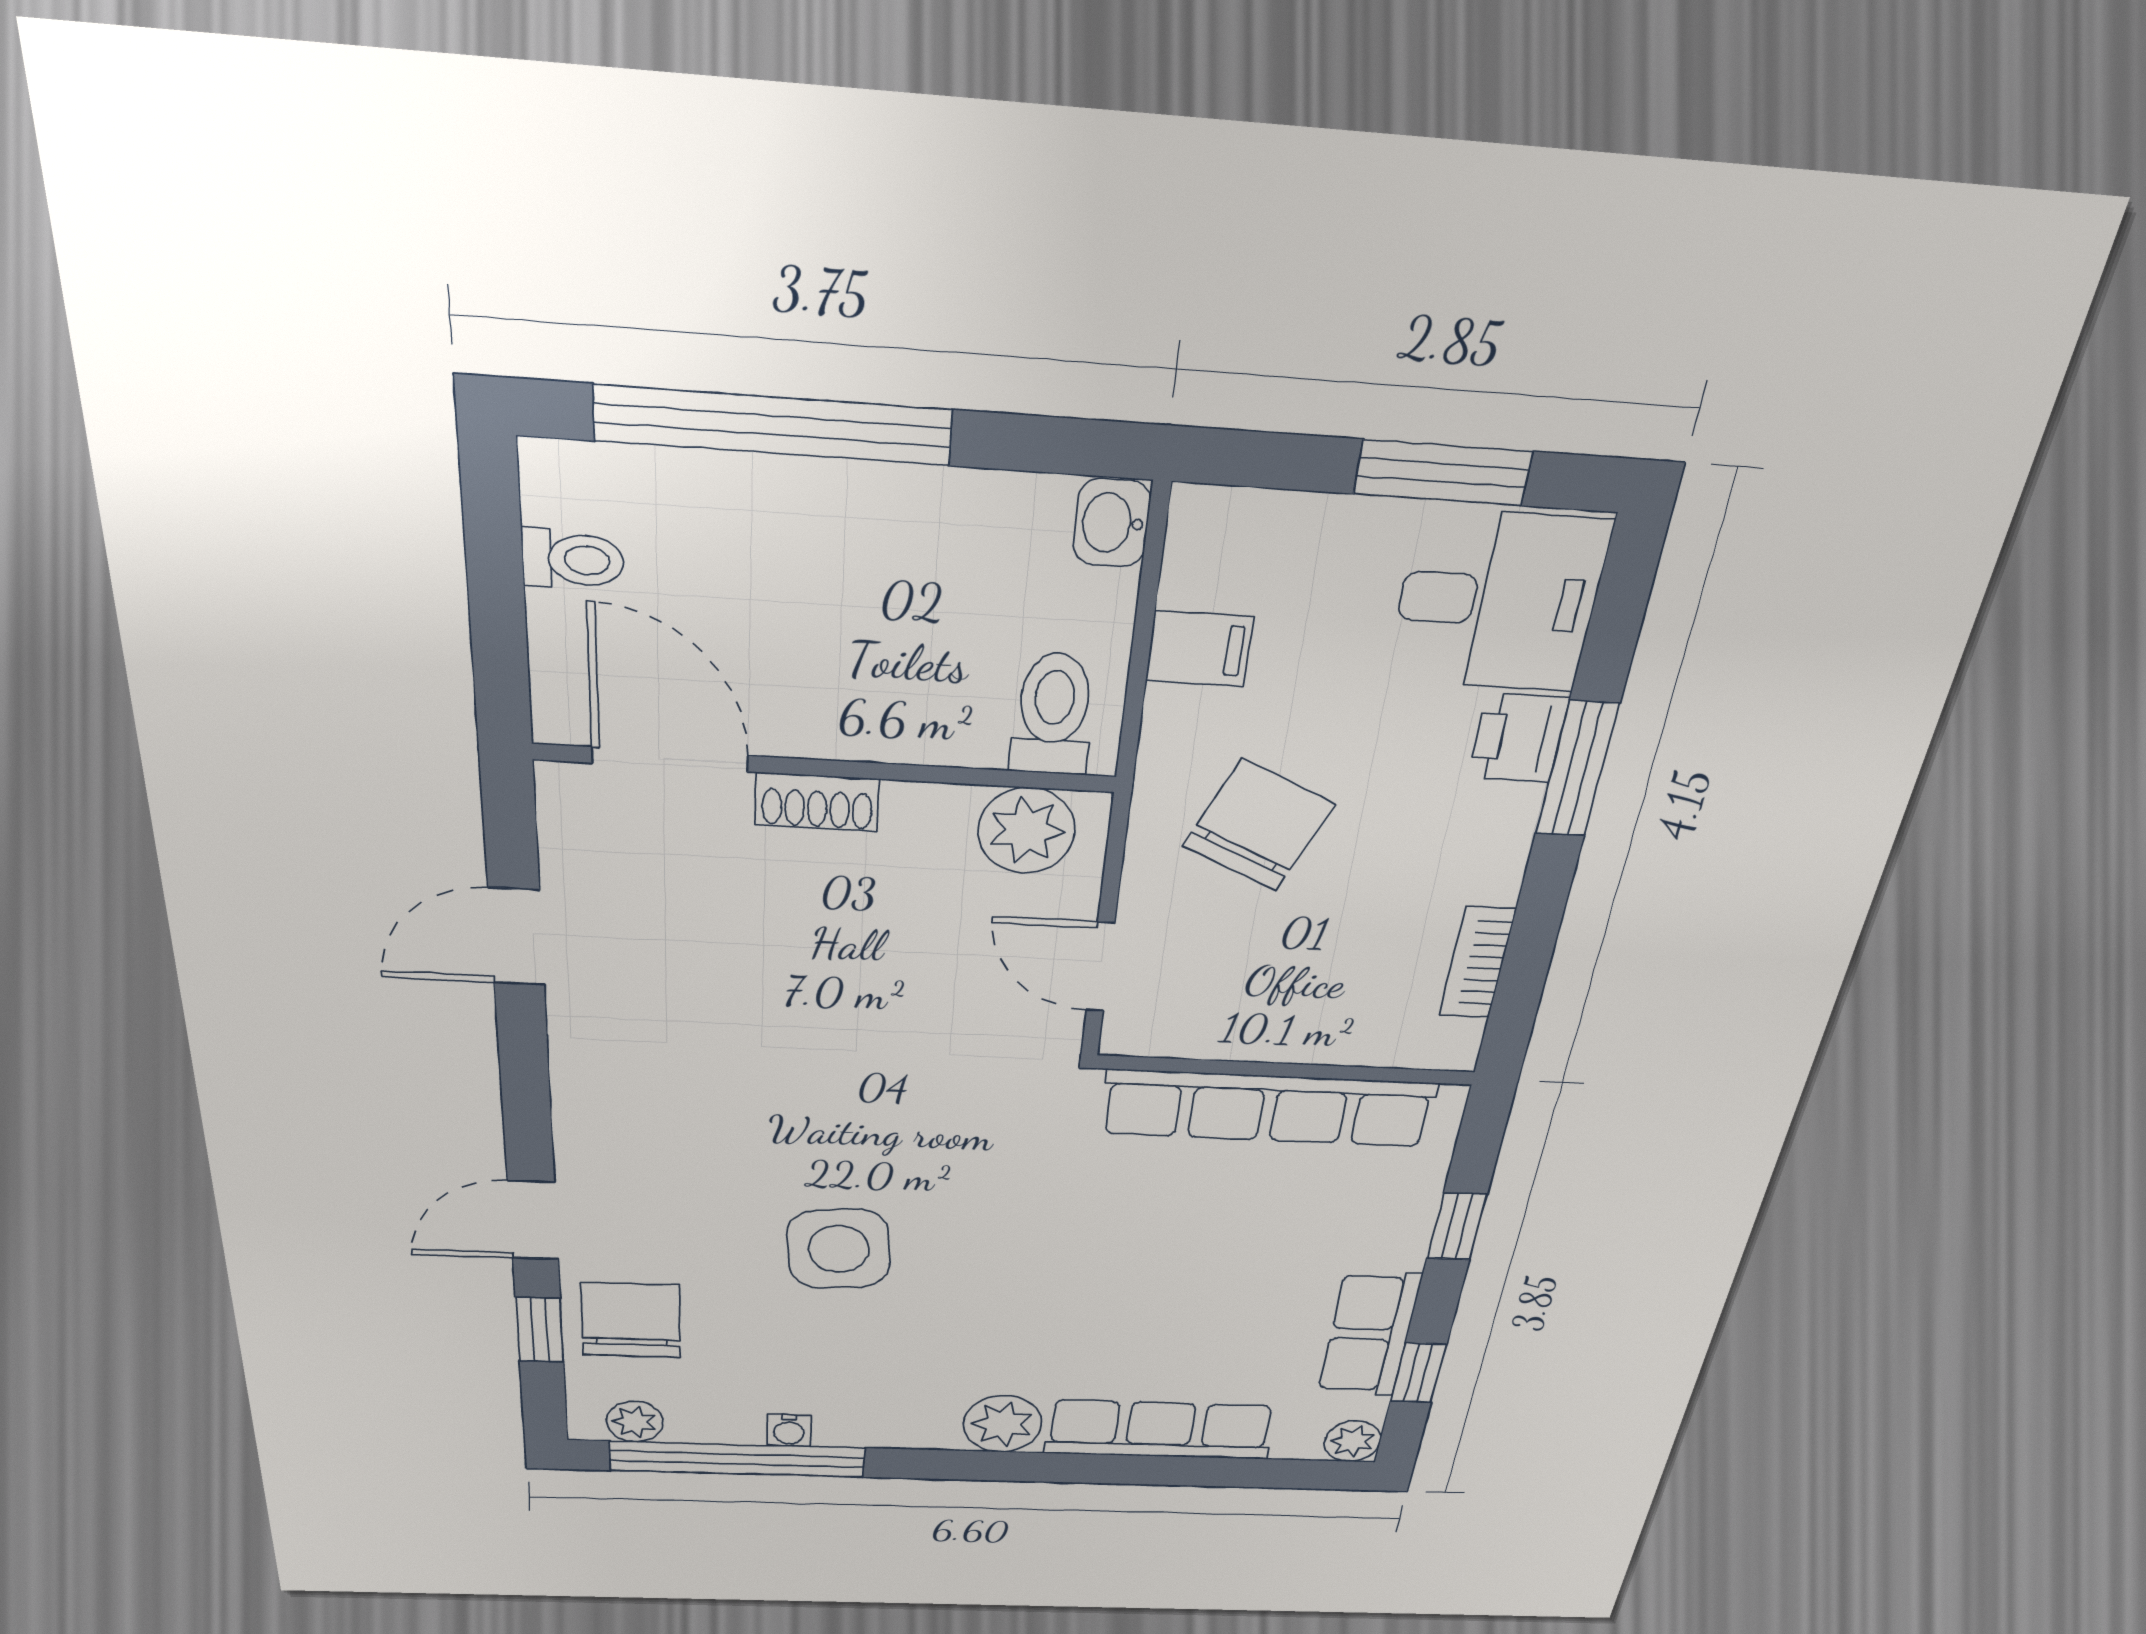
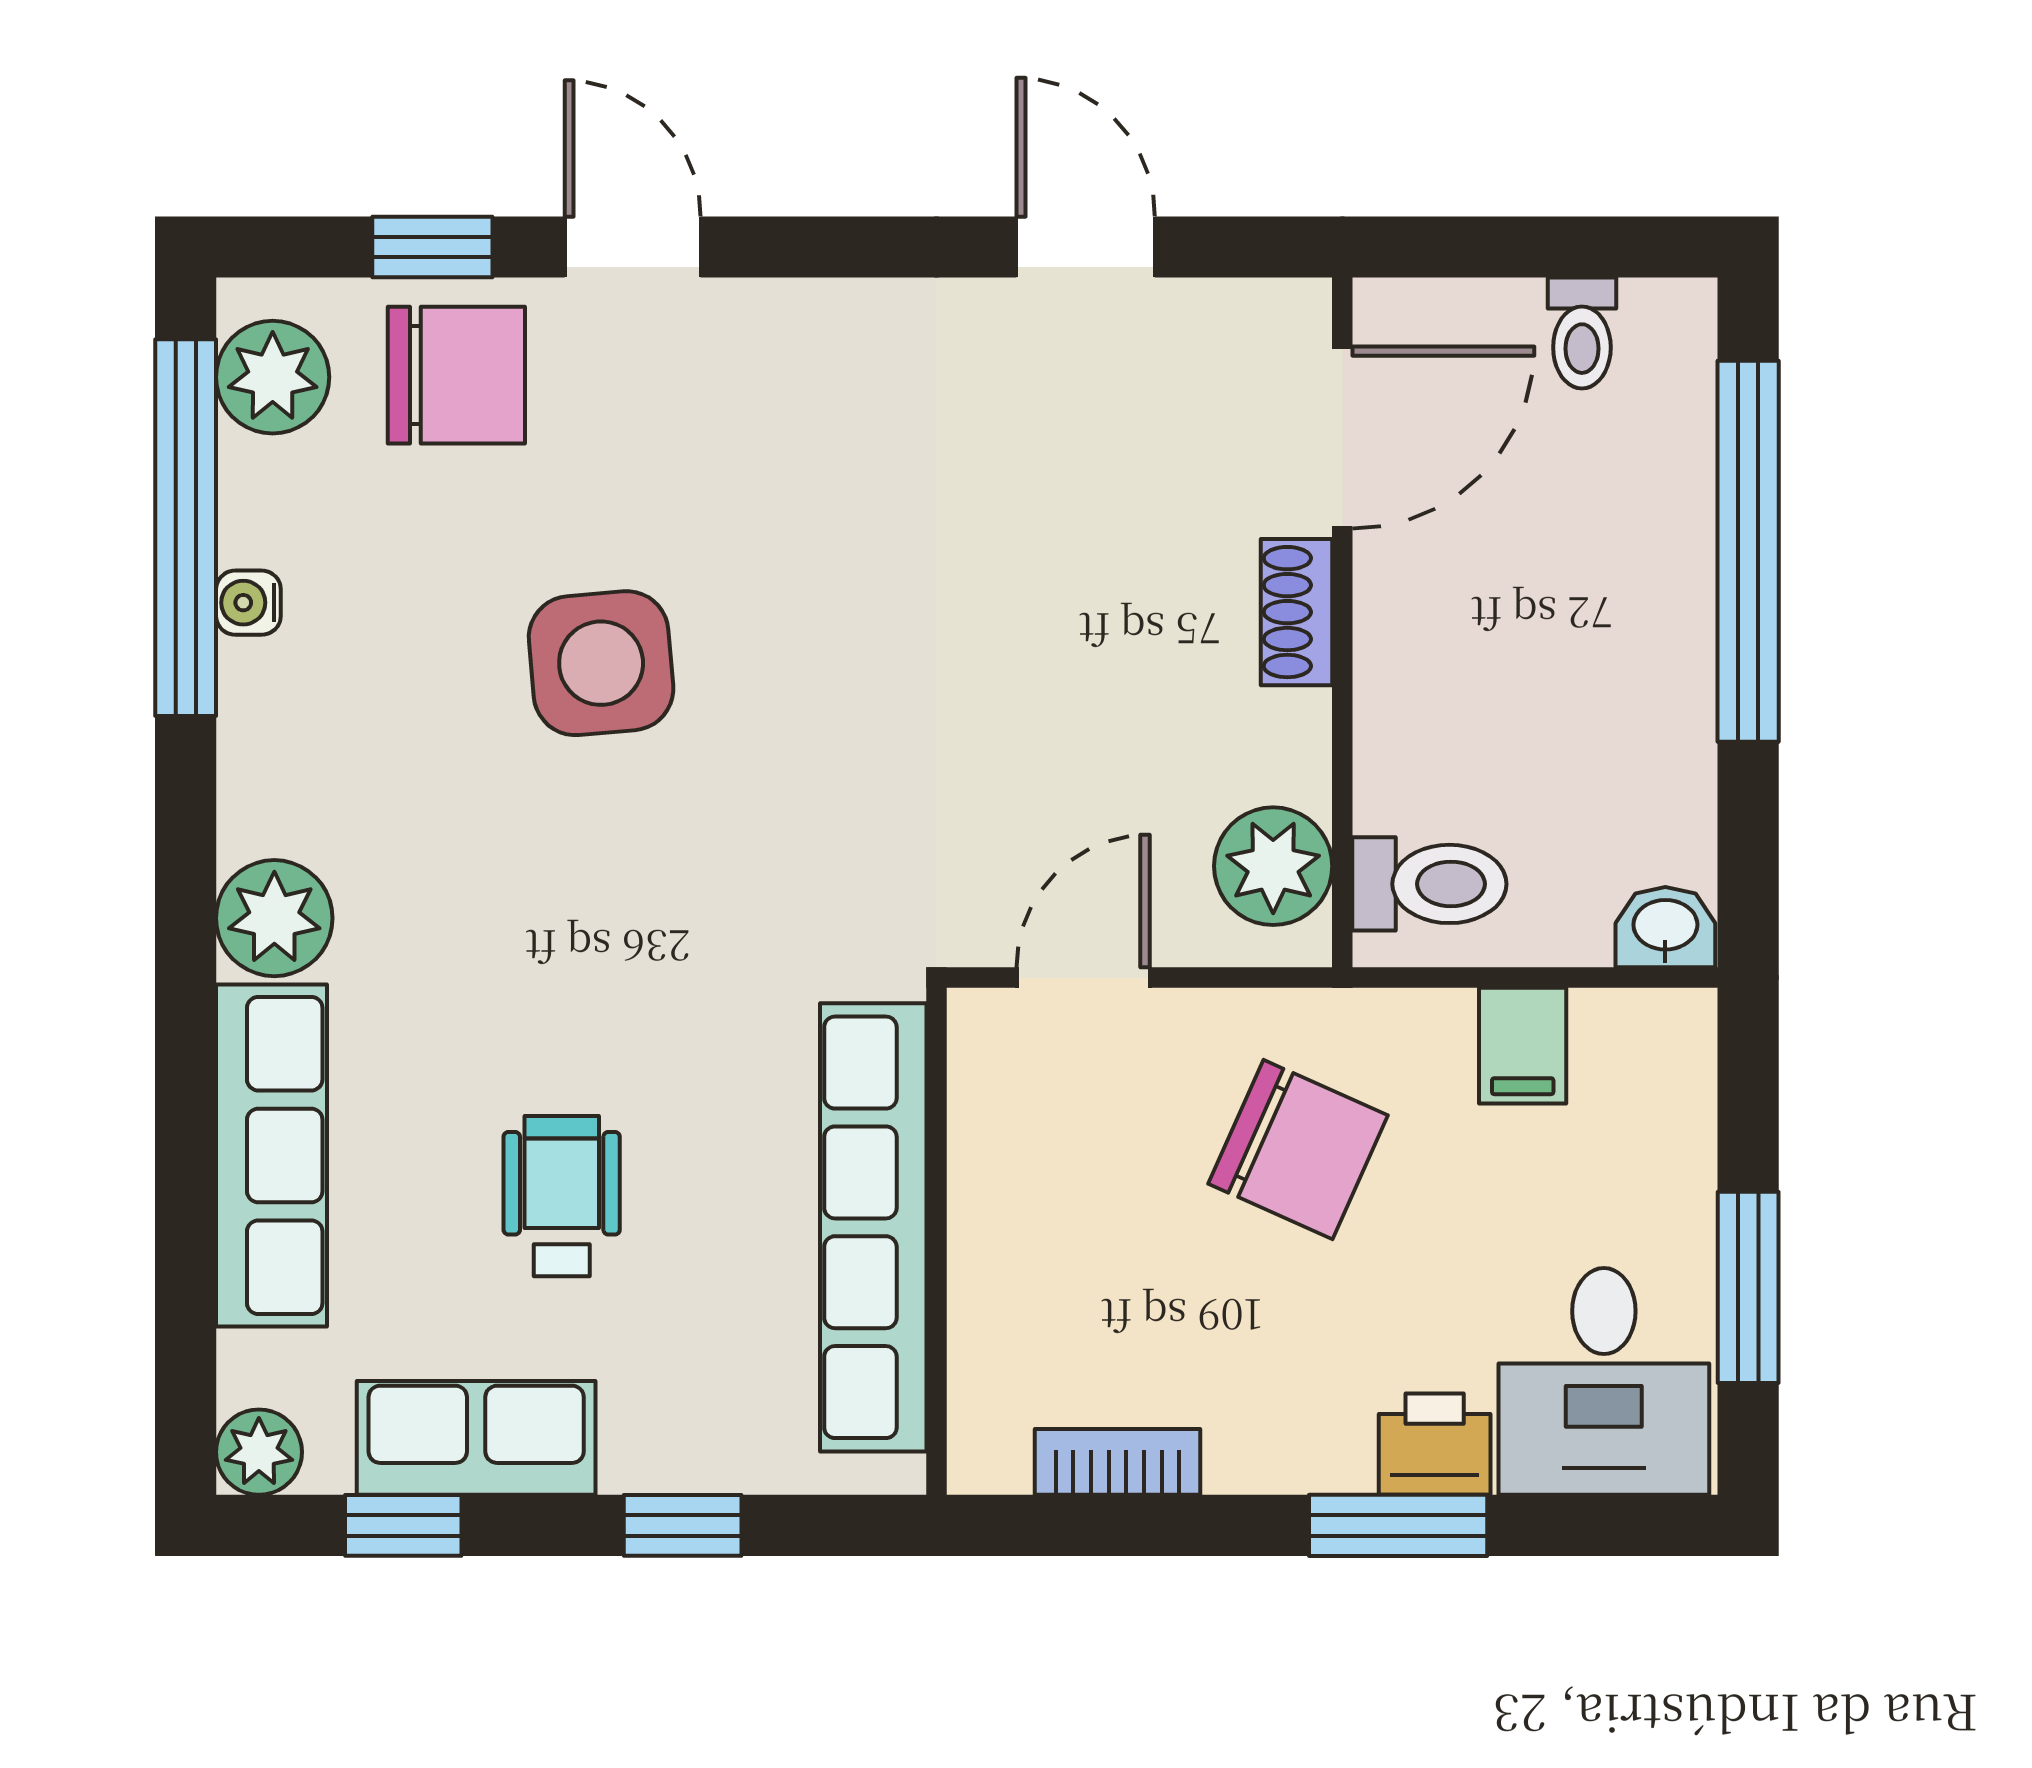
wheelchair: (1213, 1284) -> (562, 1196), added
plant: (635, 1422) -> (273, 377), width x1.38, depth x1.38

